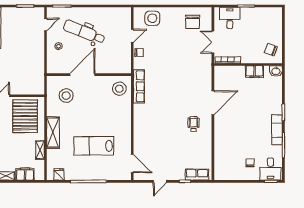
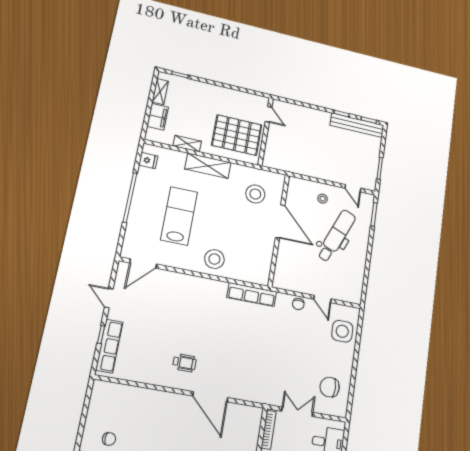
stool: (119, 89) -> (214, 259), moved
row of seats: (197, 175) -> (109, 346), width x1.48

